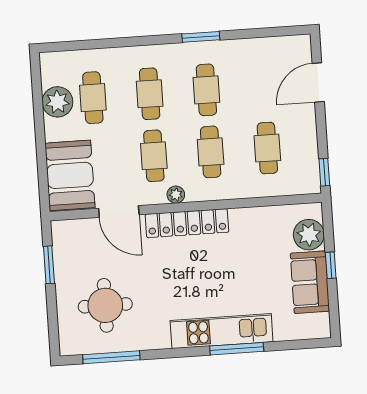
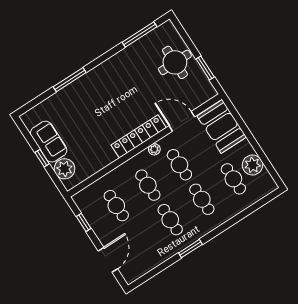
window: (324, 172) -> (84, 222), moved
round table: (105, 305) -> (175, 62), moved
kitchen unit: (222, 331) -> (84, 85), removed

